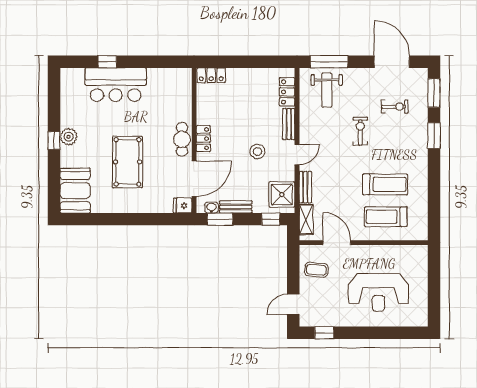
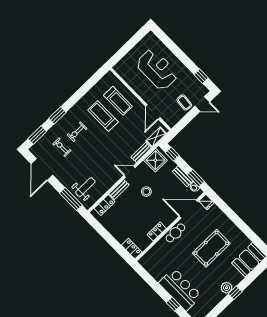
exercise bike: (360, 131) -> (77, 132), moved
locker: (203, 139) -> (157, 231), moved
coffee table: (316, 270) -> (184, 102), moved

